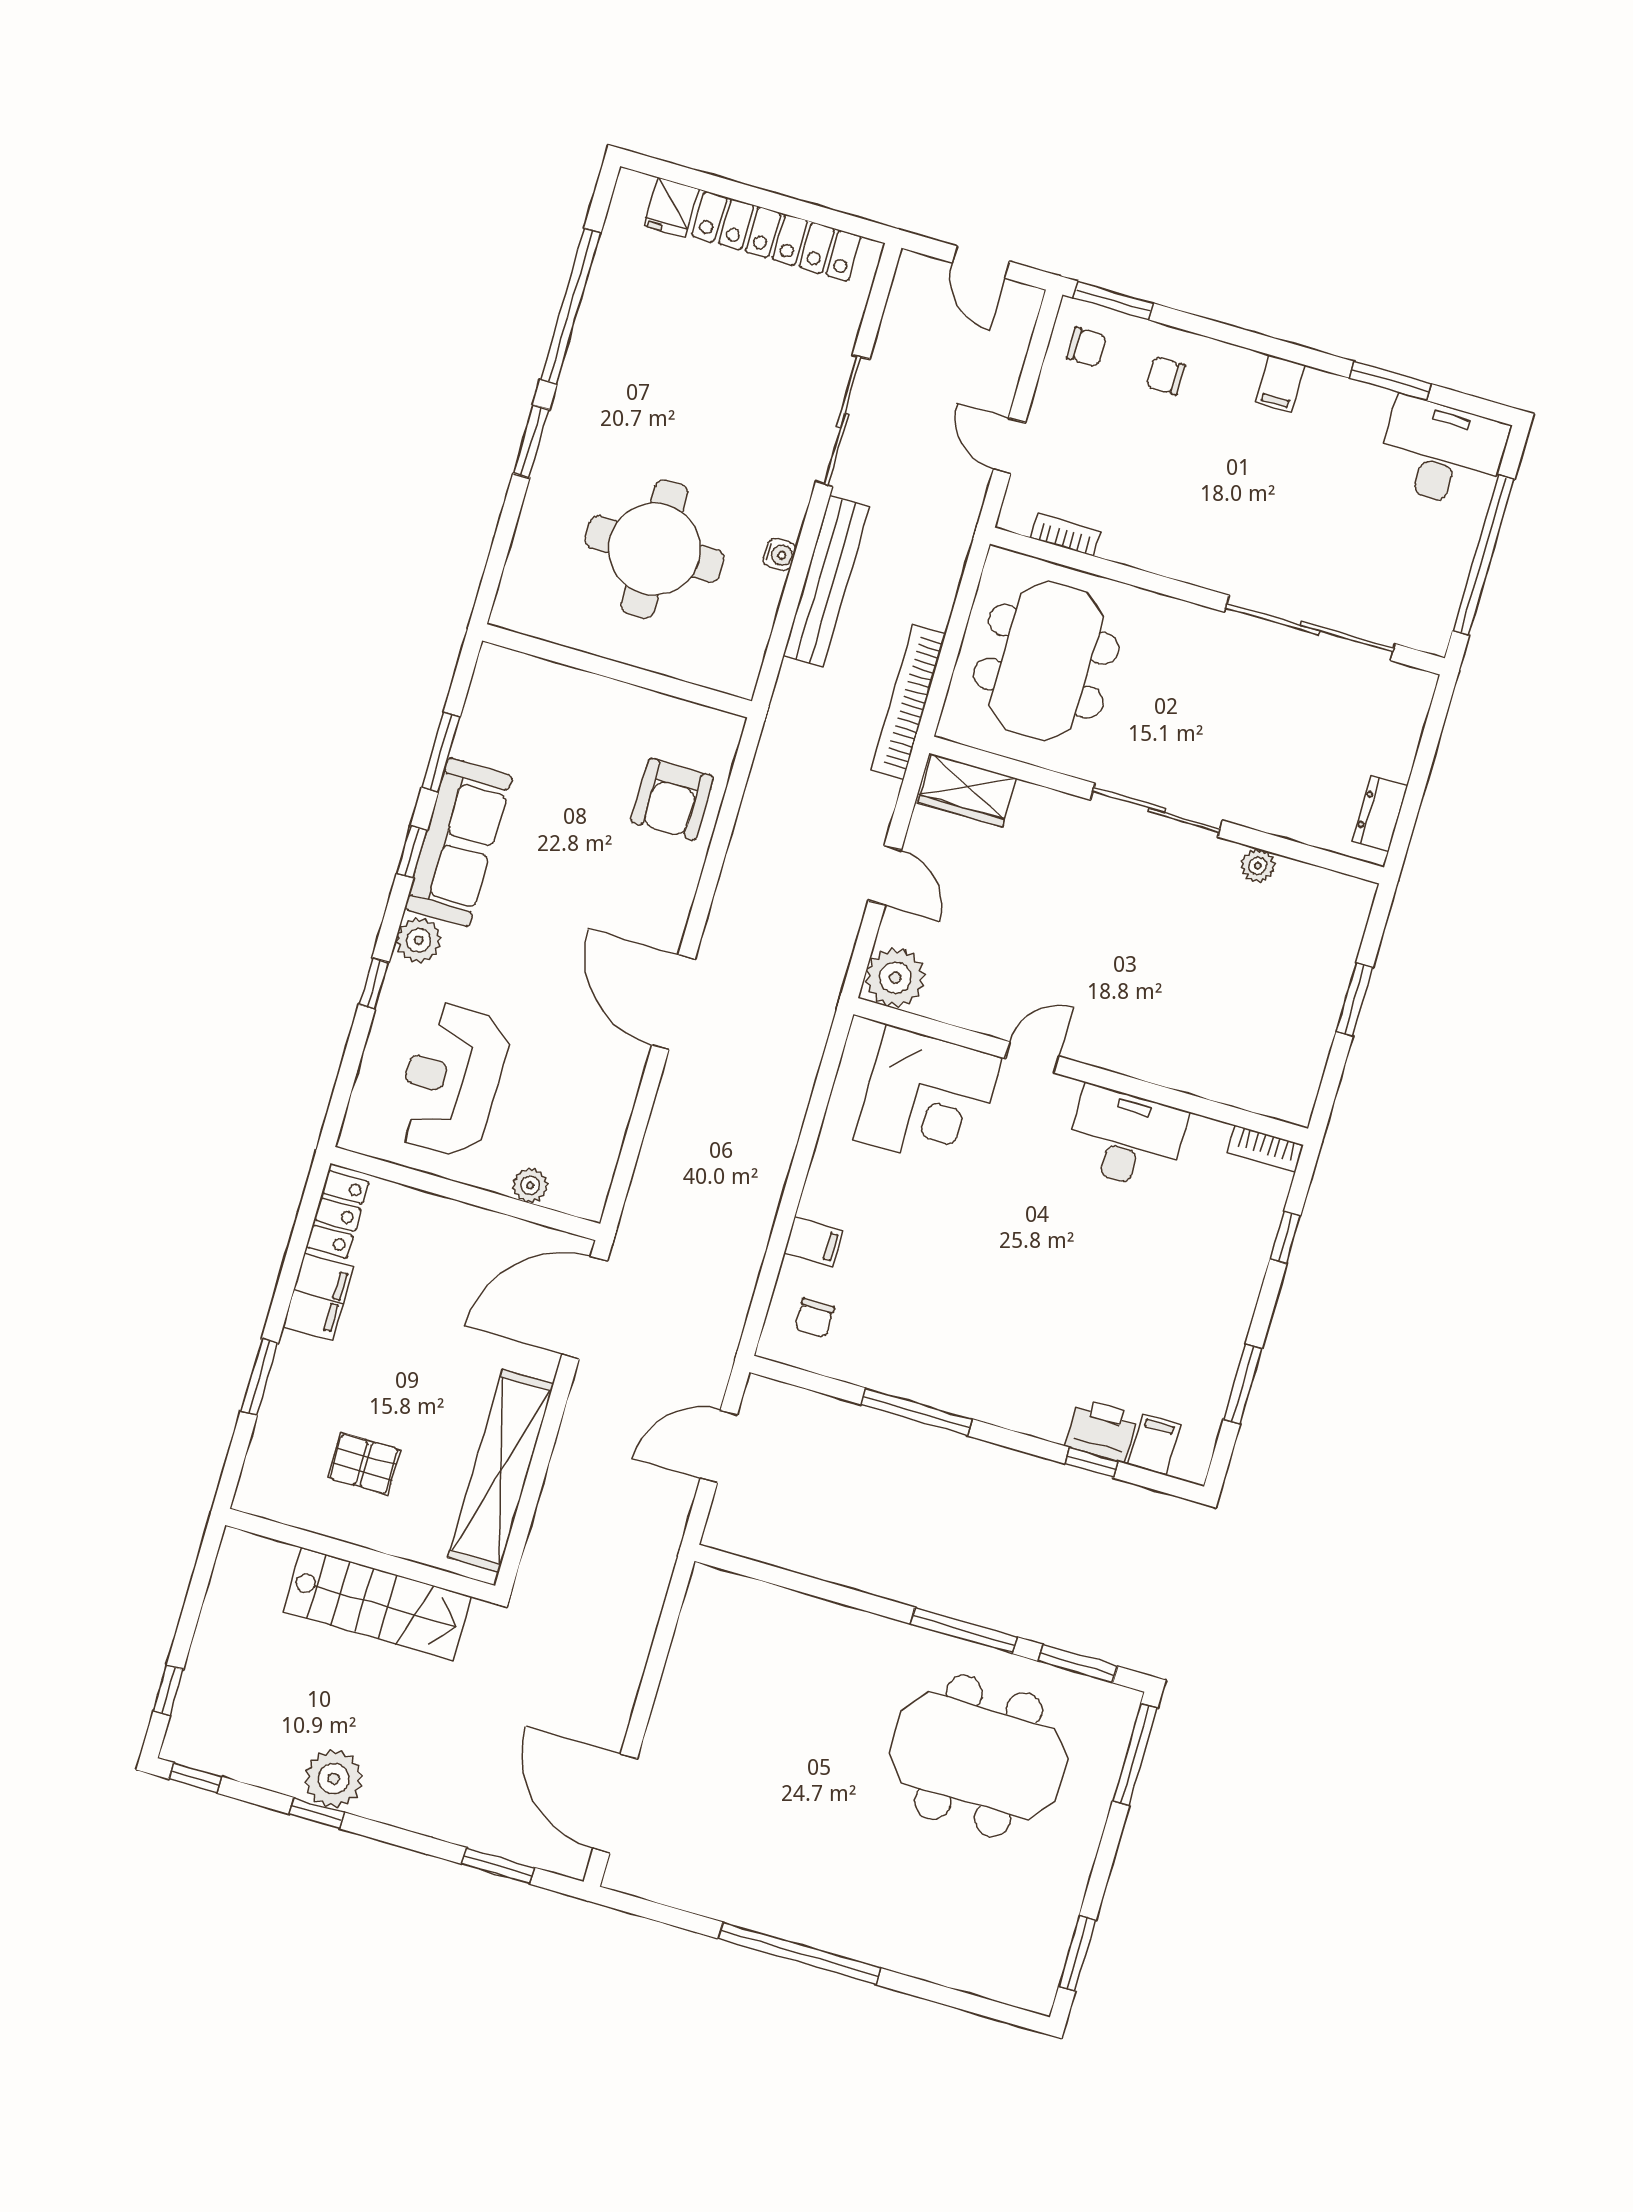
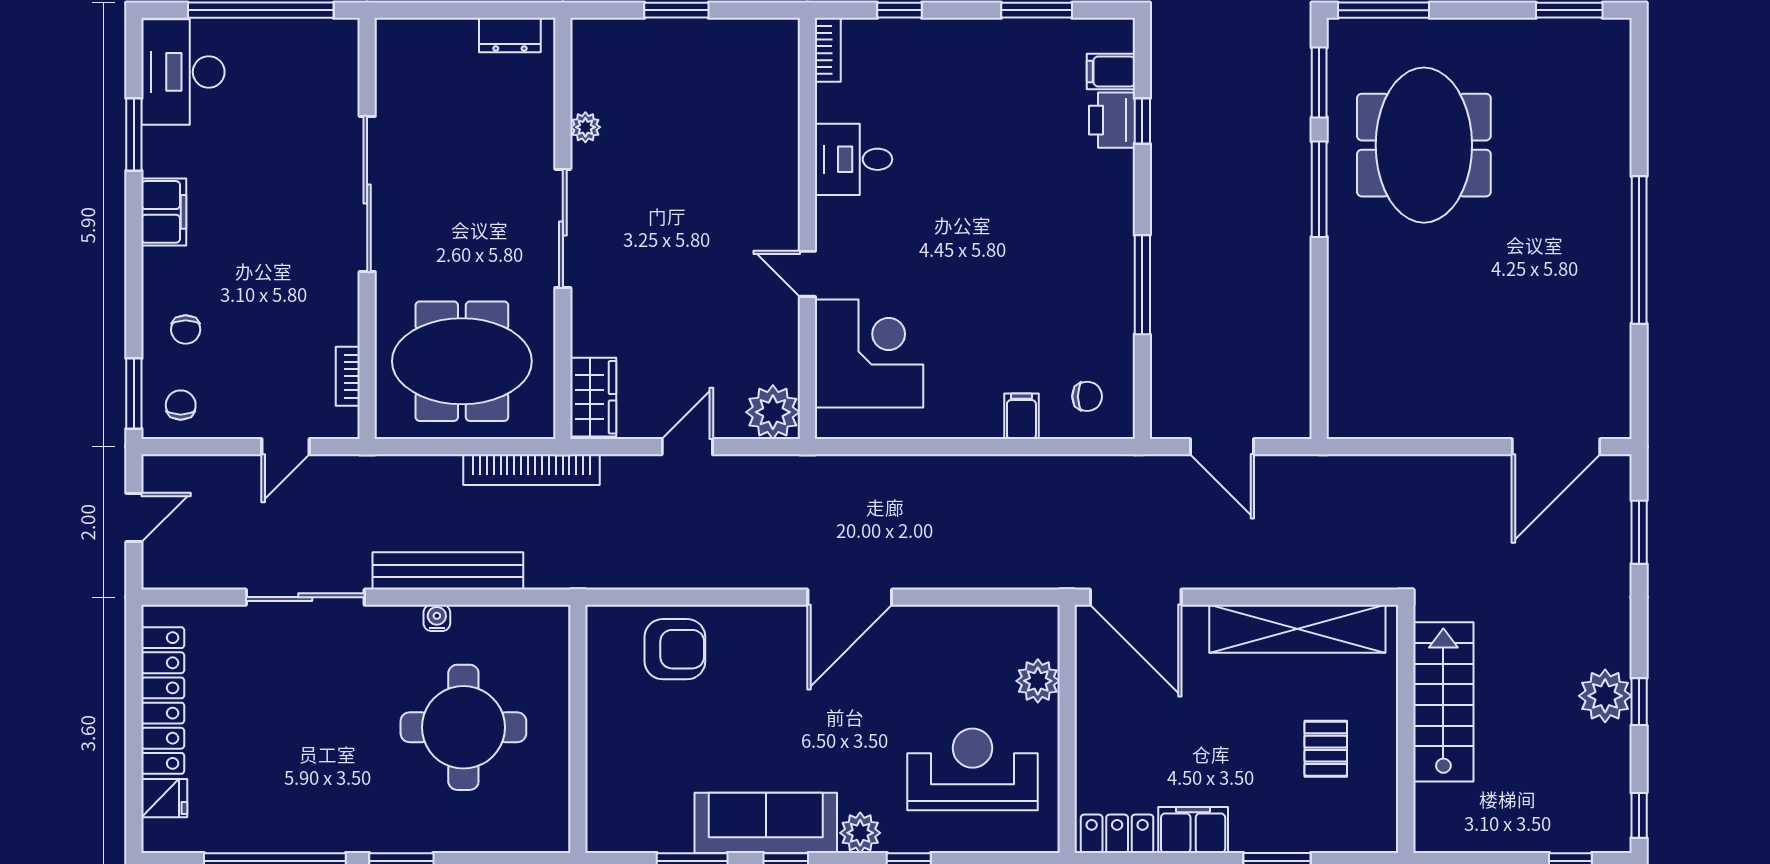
filing cabinet: (1280, 384) -> (164, 212), width x2.00
sliding door: (1310, 628) -> (367, 194), moved
reception desk: (451, 1080) -> (972, 769), turned 180
desk: (1126, 1138) -> (854, 159), width x0.73
plant: (530, 1185) -> (1038, 681), width x1.38, depth x1.38

